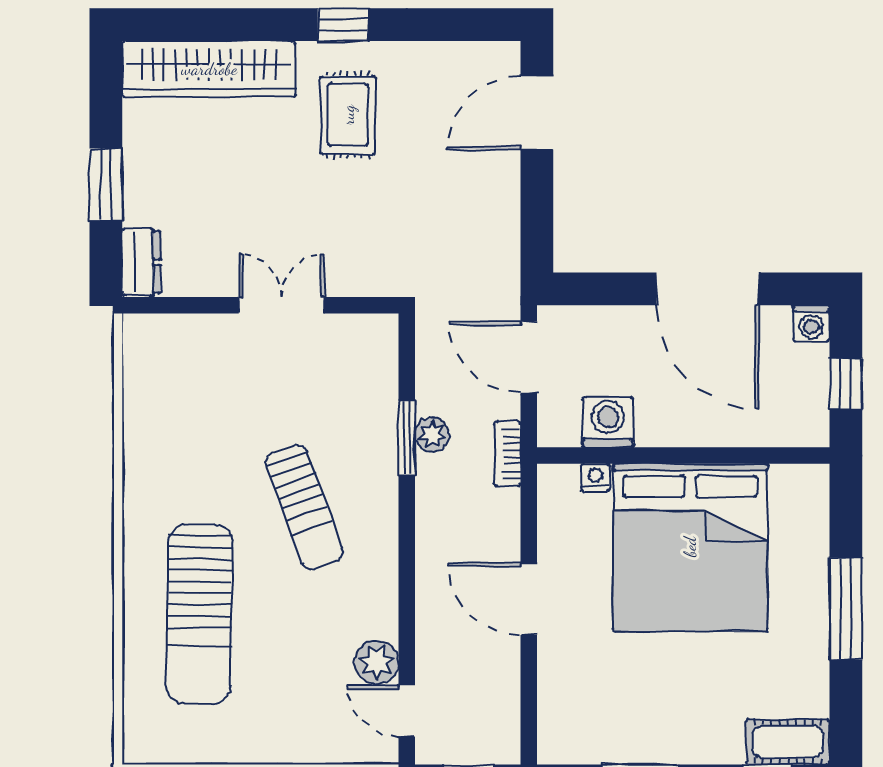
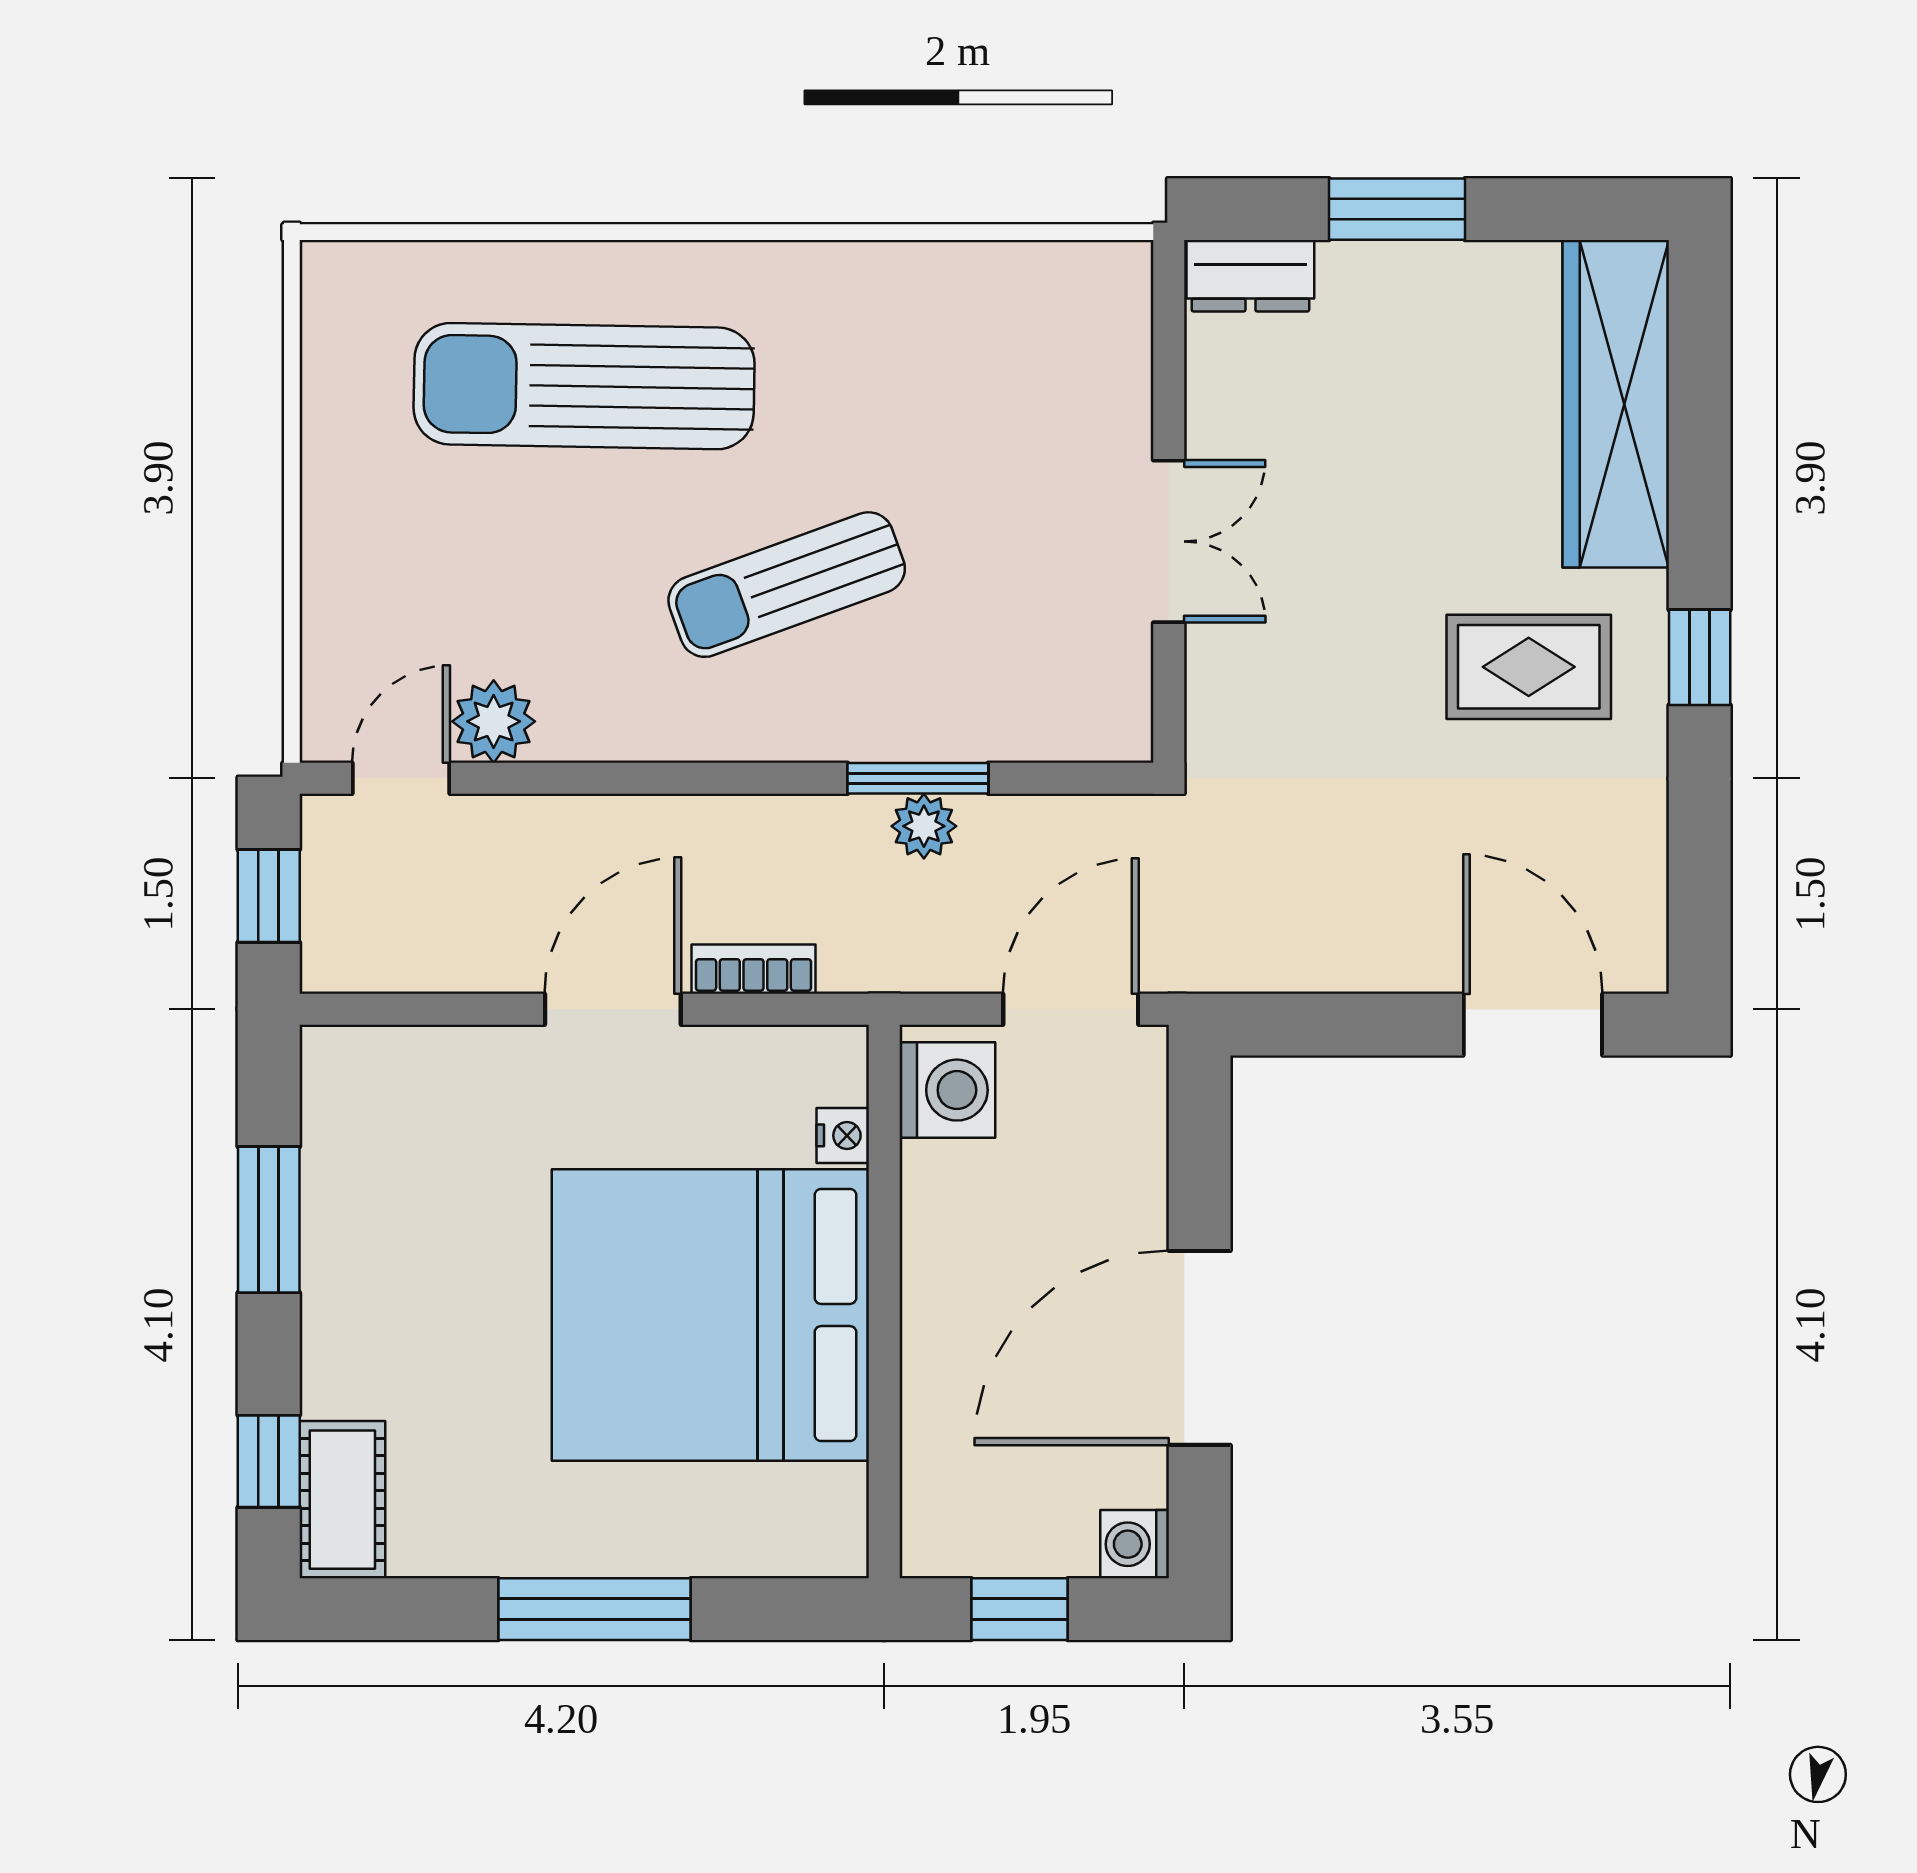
washing machine: (608, 422) -> (947, 1090), moved
bookcase: (508, 454) -> (754, 969), moved

